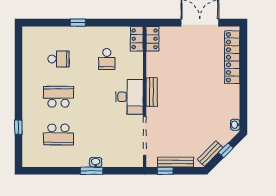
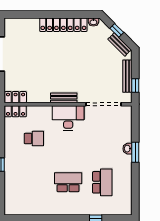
locker: (232, 57) -> (63, 25), moved
school desk: (58, 59) -> (34, 182), removed
school desk: (58, 97) -> (68, 182), turned 90

